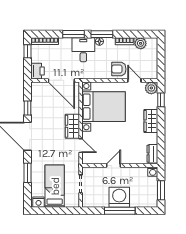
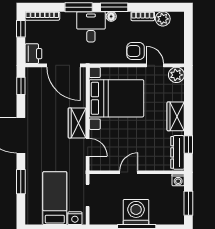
window: (161, 100) -> (188, 144), moved
window: (28, 108) -> (21, 86), moved
dresser: (152, 154) -> (178, 152), width x1.44
nightstand: (39, 202) -> (75, 218), moved

